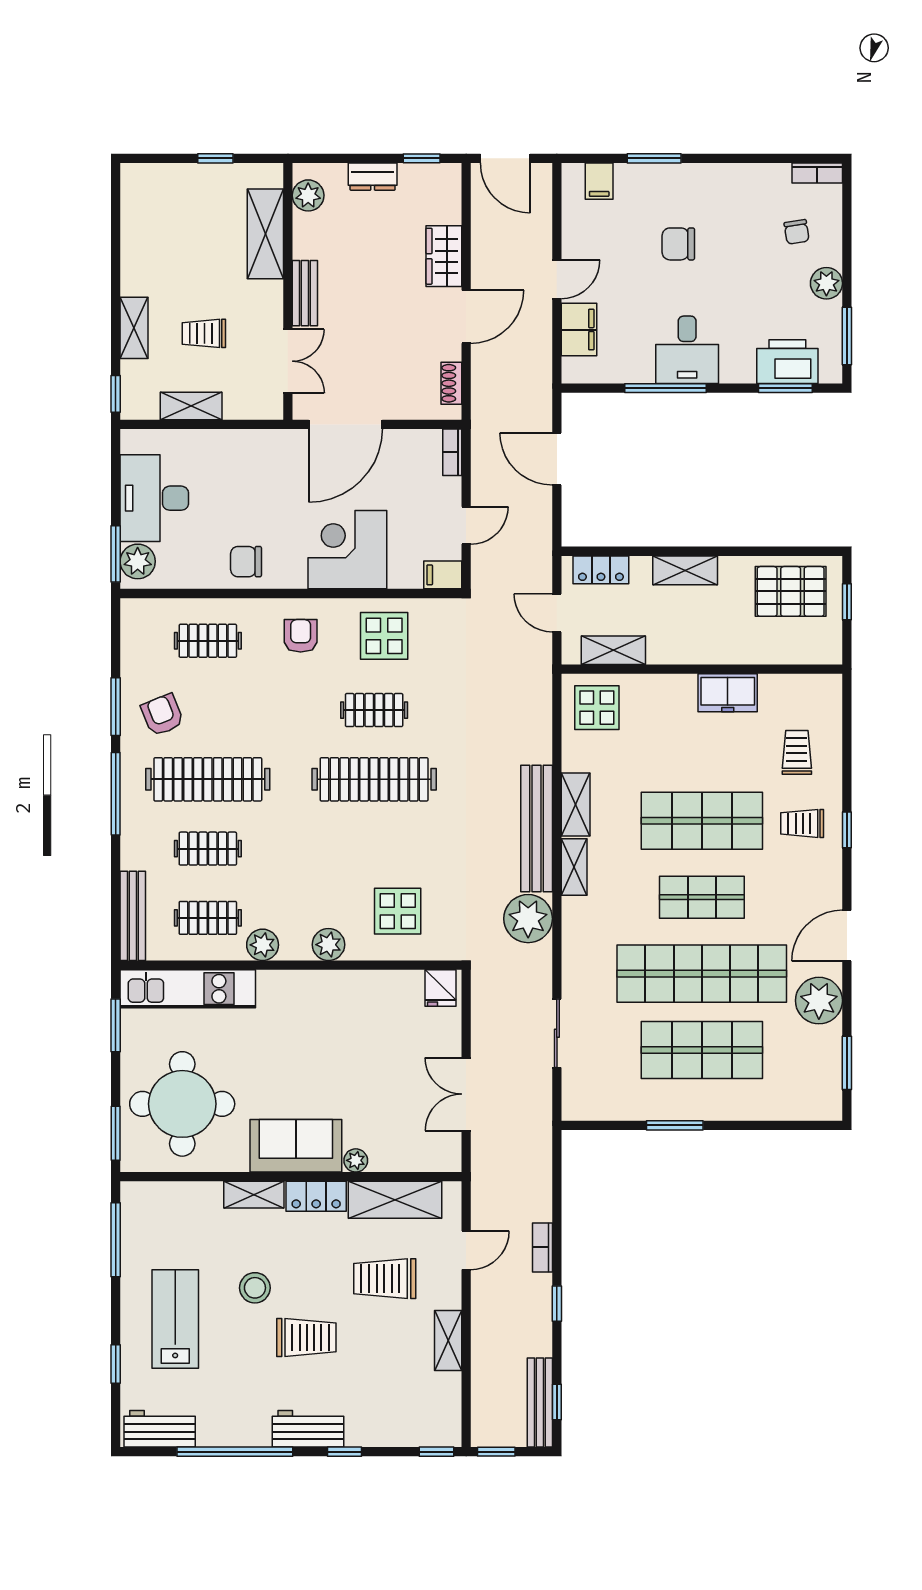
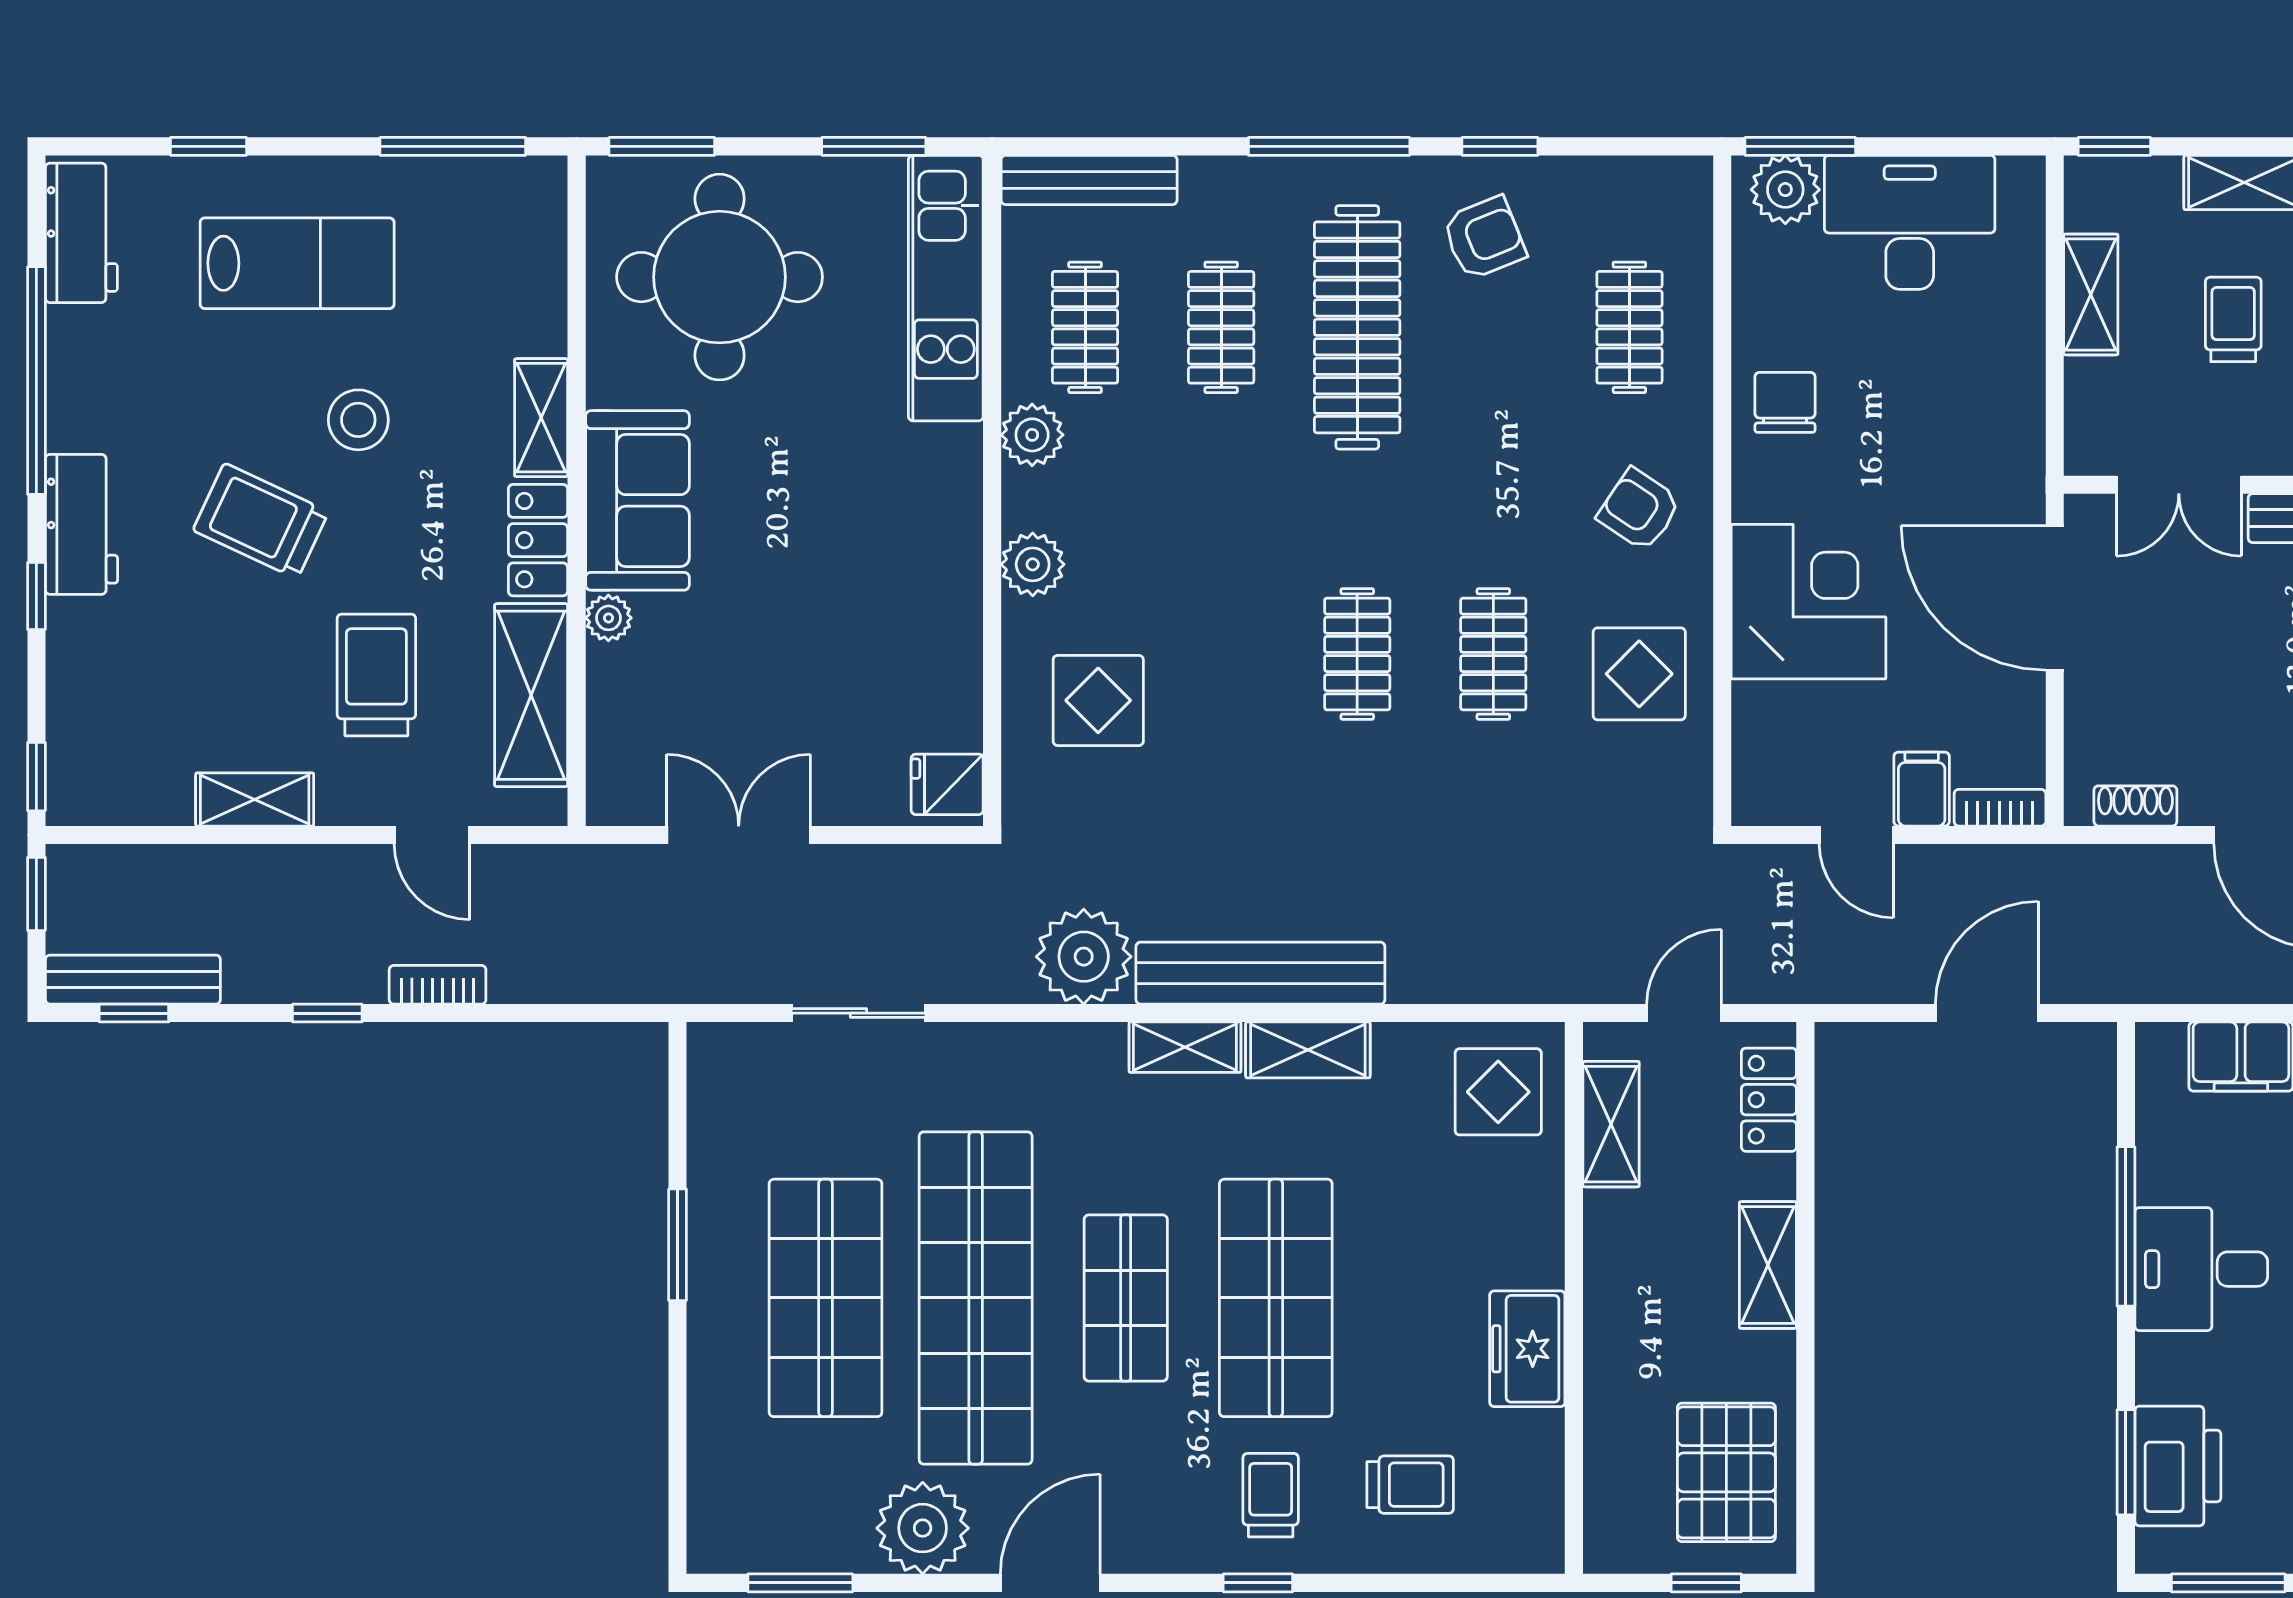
filing cabinet: (443, 575) -> (1922, 789), moved
armchair: (301, 636) -> (1639, 510), turned -146
window: (116, 707) -> (1500, 146), width x0.67
clothes rail: (374, 779) -> (1357, 654), width x0.54, depth x0.76
door: (847, 936) -> (1050, 1583), hinge flipped
trolley: (306, 1337) -> (261, 521), turned 115

